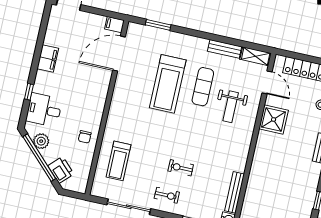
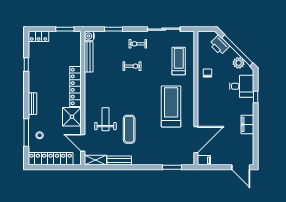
treadmill: (168, 84) -> (171, 106), moved
locker: (260, 158) -> (76, 86), added

